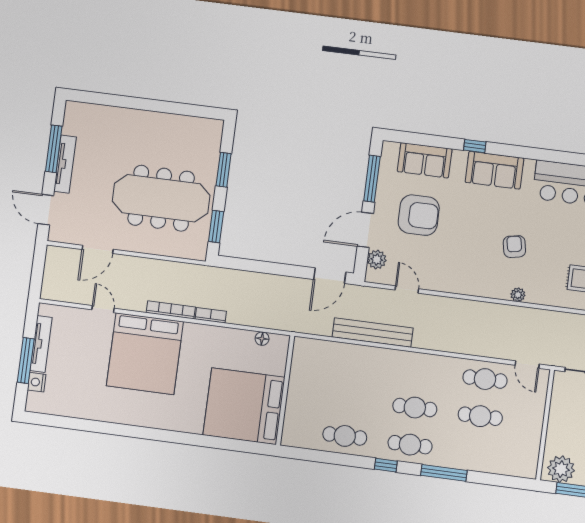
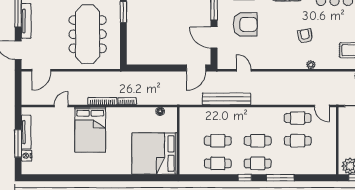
meeting table: (161, 198) -> (88, 34), turned 90
window: (216, 227) -> (123, 47), removed
door: (365, 230) -> (214, 37), hinge flipped
door: (98, 249) -> (41, 70), moved
plant: (377, 259) -> (223, 54), removed
door: (103, 309) -> (61, 106), hinge flipped
bed: (145, 354) -> (90, 130), width x0.73
cafe table: (350, 399) -> (218, 141), added

